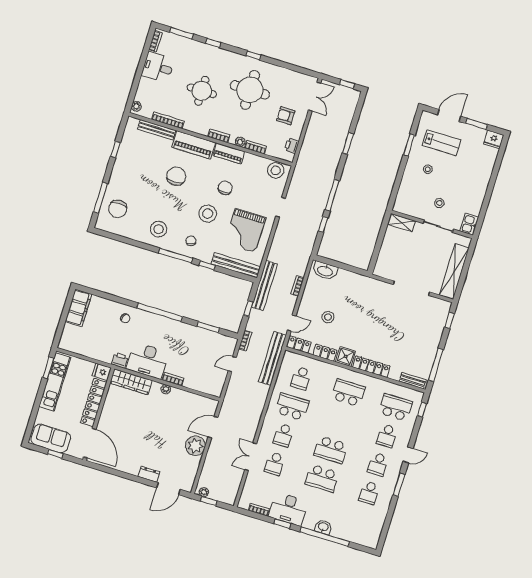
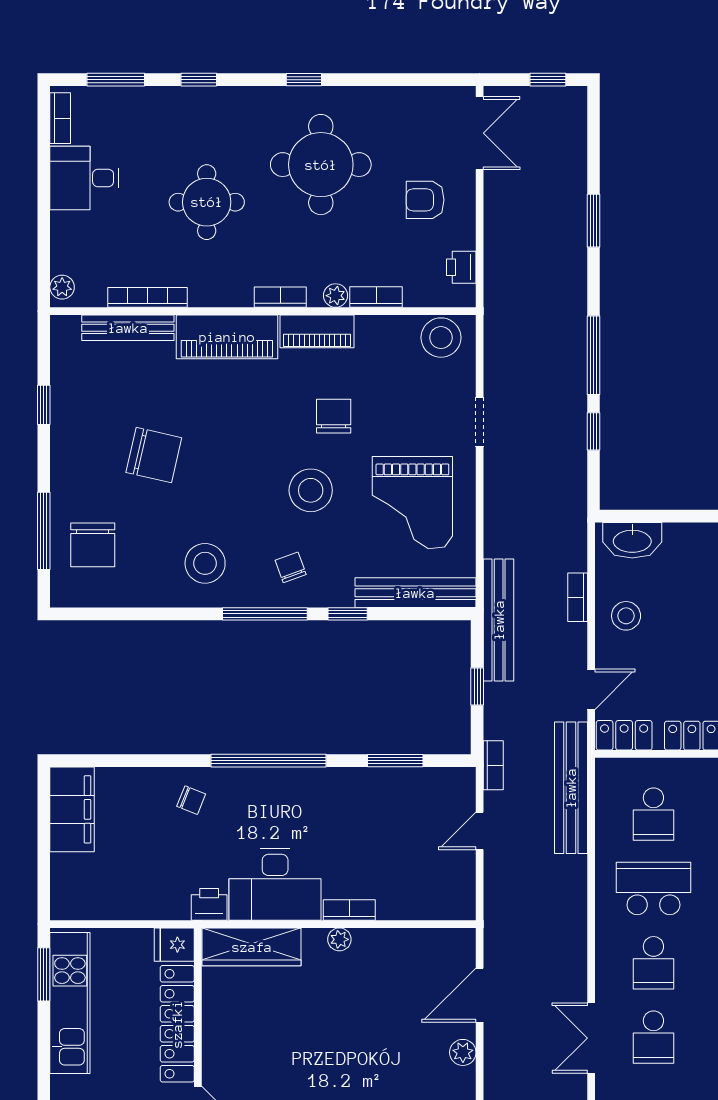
chair: (176, 176) -> (154, 455), moved, turned 103
stool: (328, 317) -> (626, 616), moved
plant: (195, 446) -> (463, 1052), width x0.53, depth x0.53

